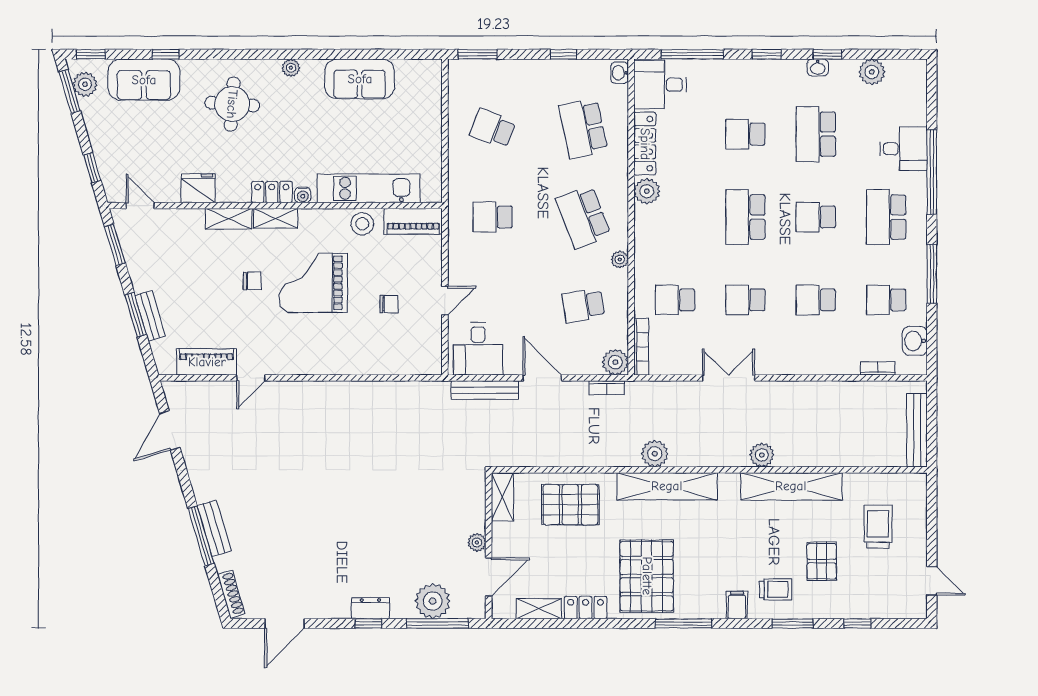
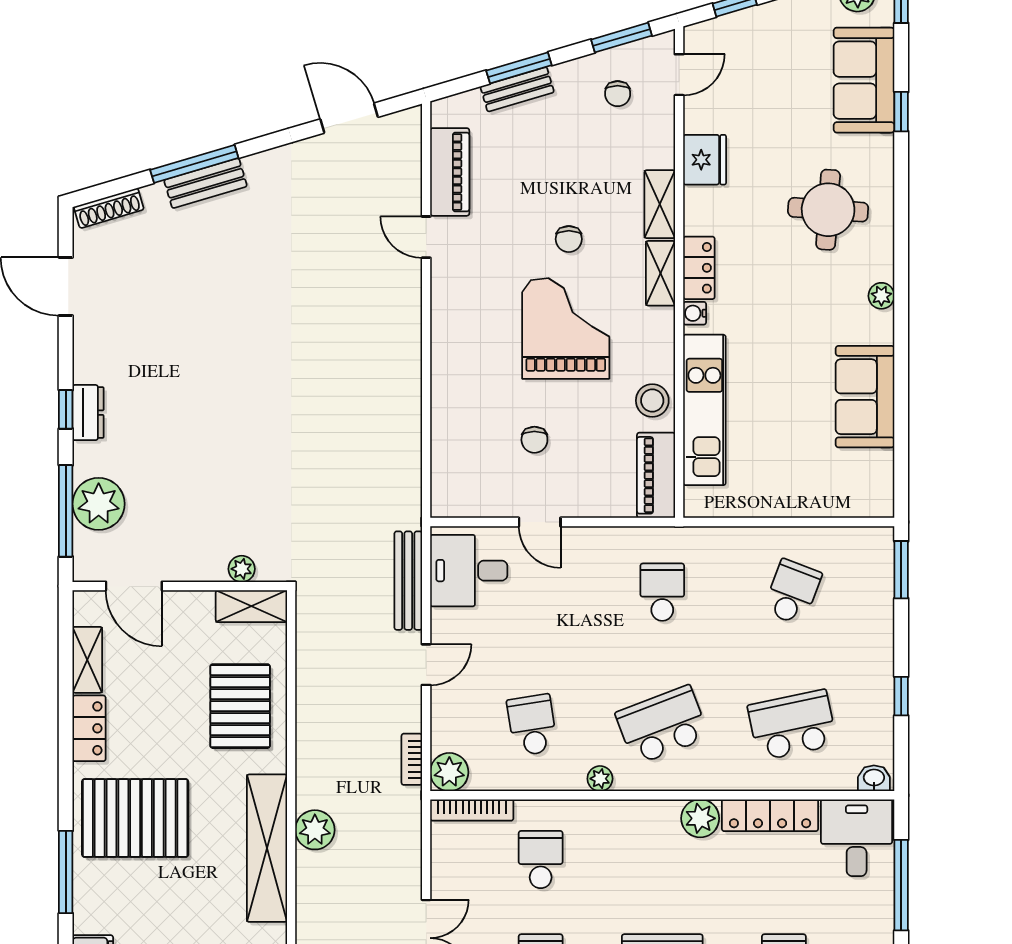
chair: (153, 247) -> (618, 94), added
door: (542, 378) -> (426, 665), width x0.73
plant: (477, 542) -> (242, 569), moved

